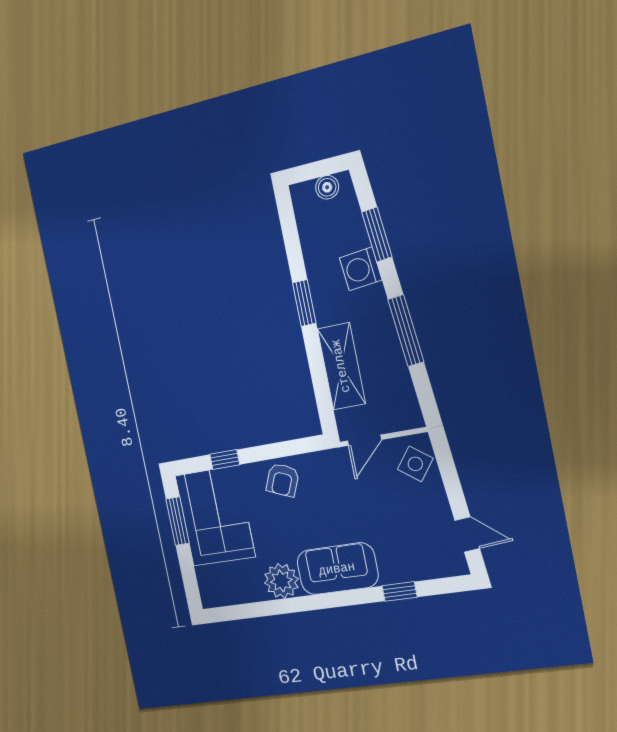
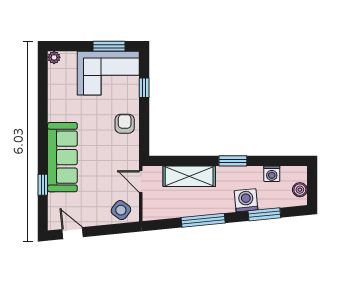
washing machine: (312, 238) -> (272, 174), added
armchair: (283, 480) -> (125, 124), turned 67
door: (467, 534) -> (73, 233), swing flipped
sofa: (337, 569) -> (62, 157), width x1.36
plant: (281, 581) -> (54, 57), moved, width x0.53, depth x0.53

